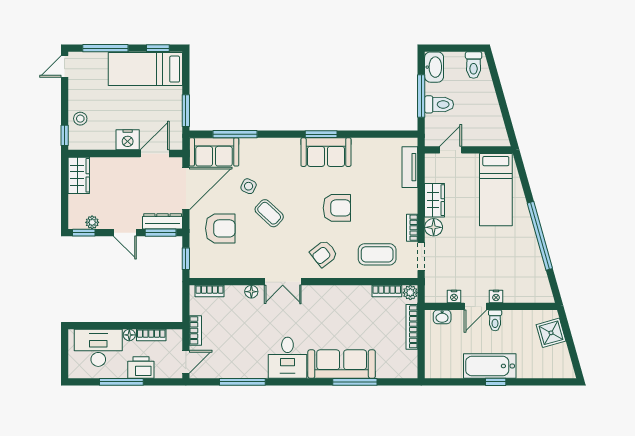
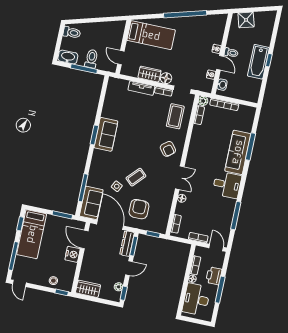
tv unit: (410, 167) -> (141, 88), moved
armchair: (337, 208) -> (142, 135), removed

